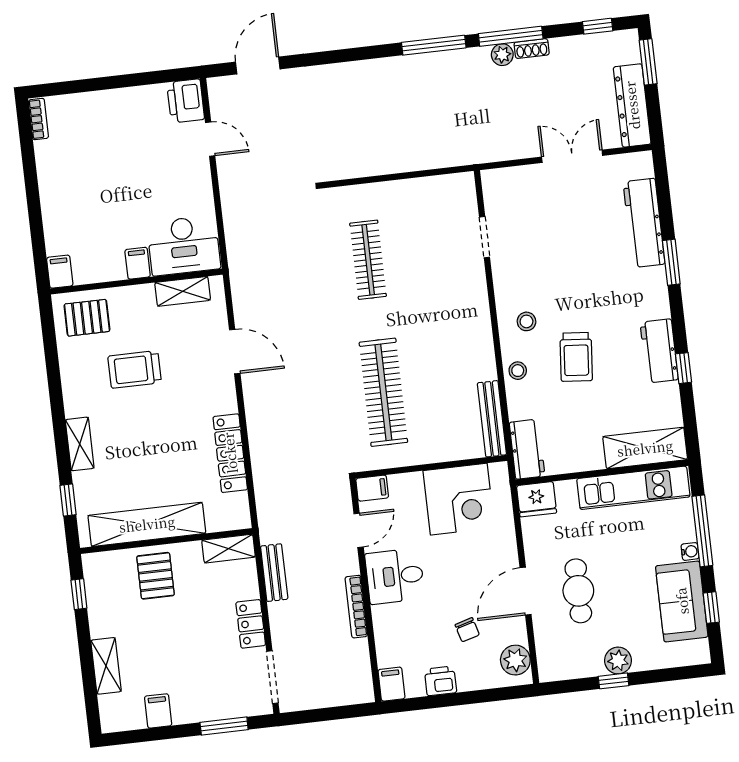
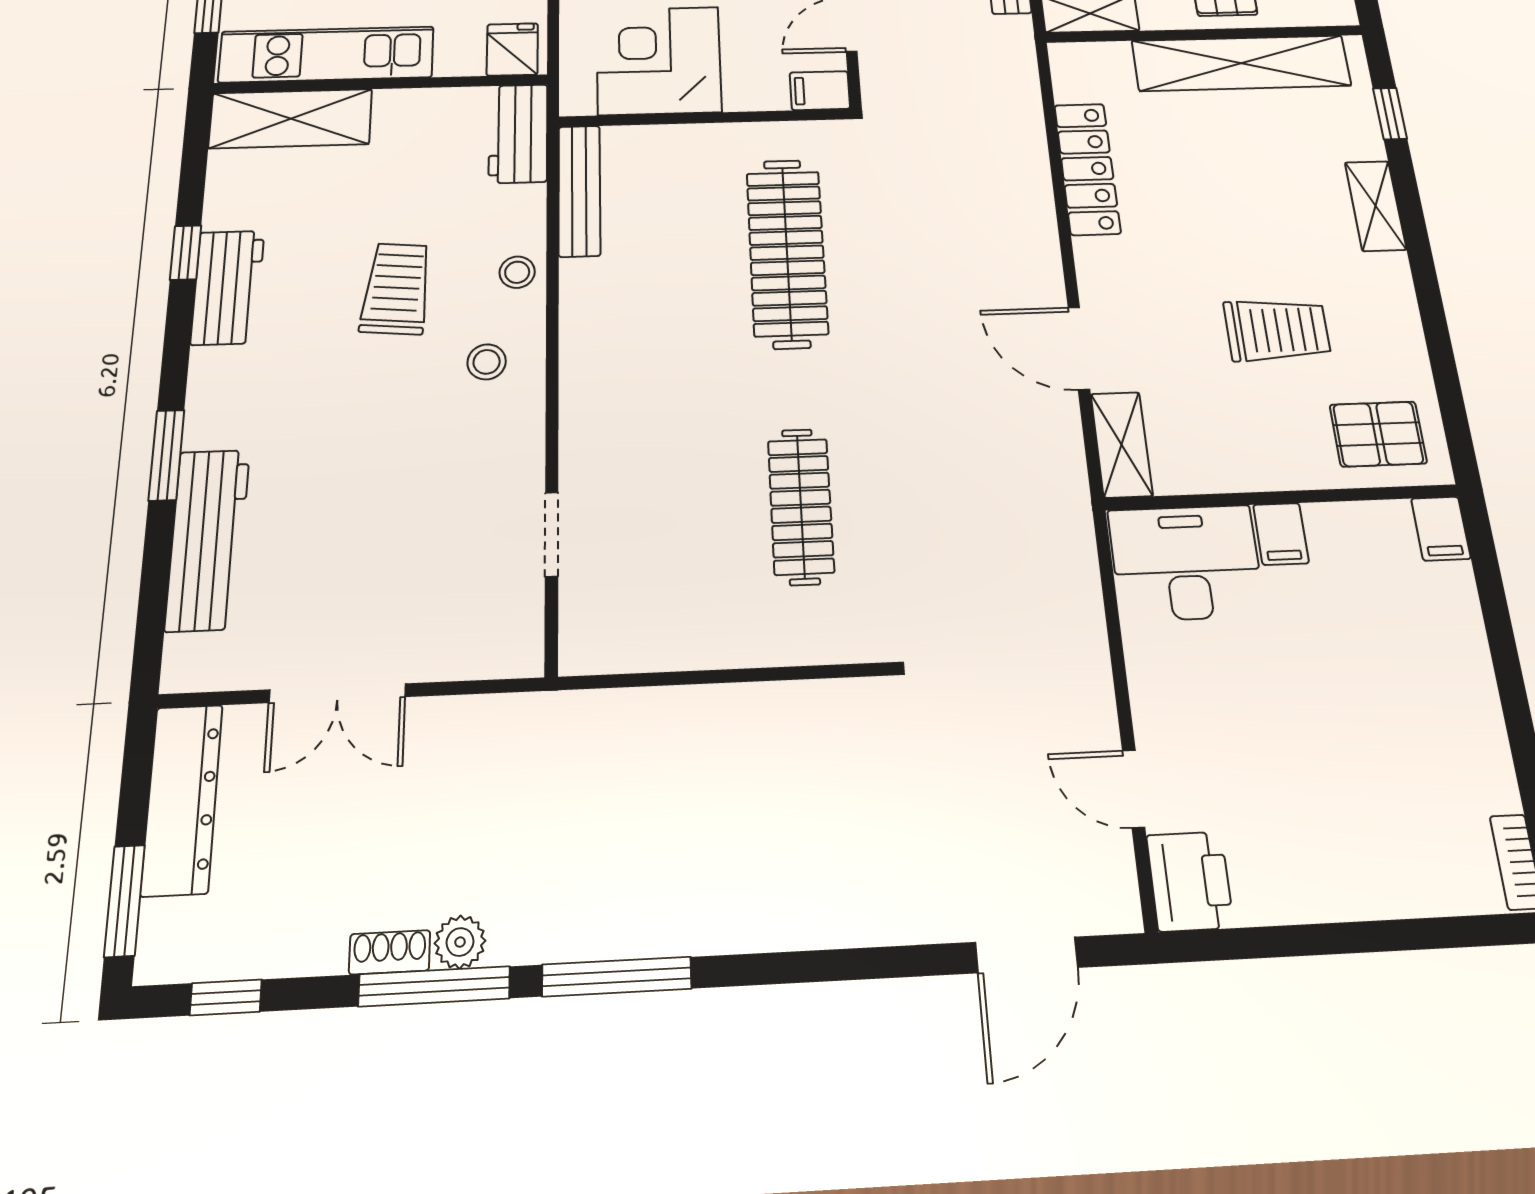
shelving: (183, 291) -> (1122, 445), moved, turned 90
fridge: (537, 499) -> (512, 49), width x0.72

